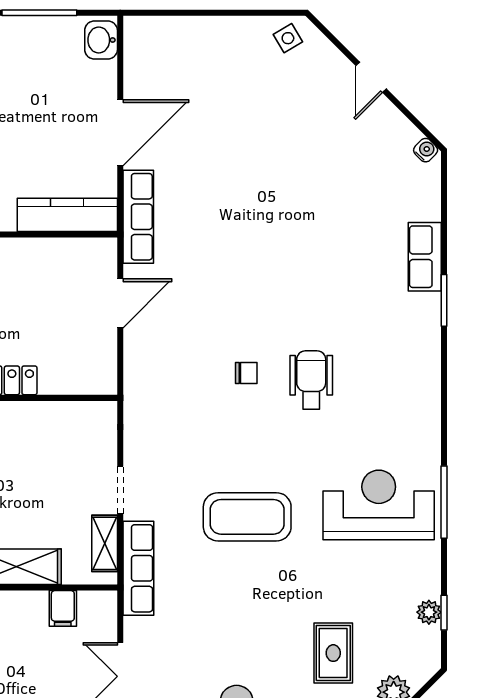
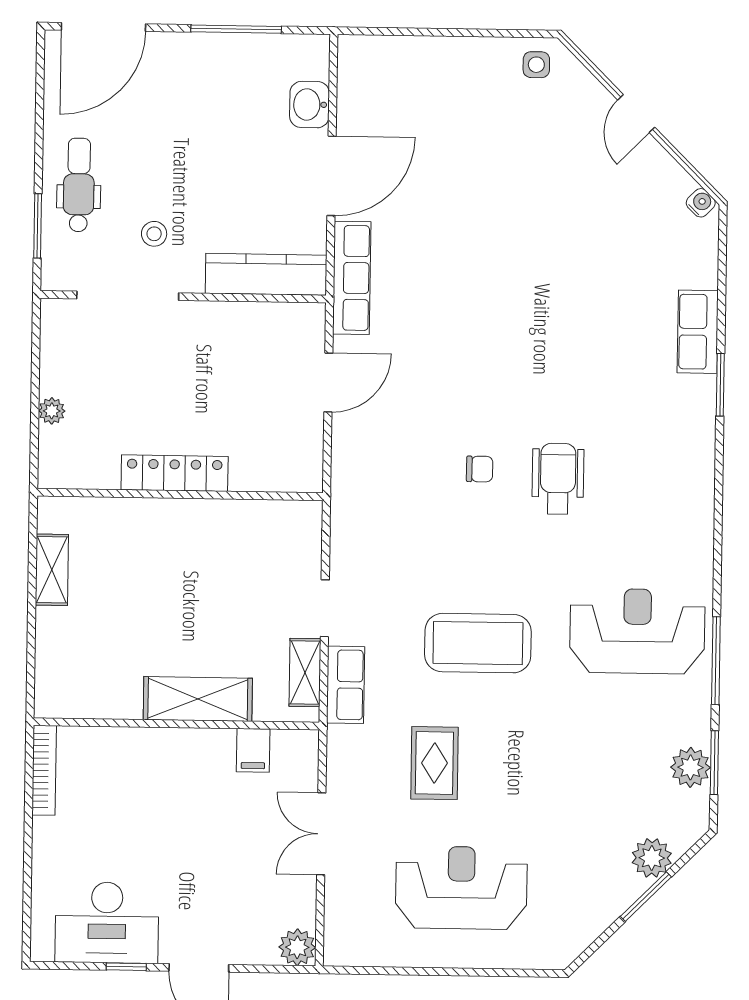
side table: (288, 38) -> (536, 65), turned 31
washbasin: (101, 40) -> (310, 105), moved
window: (444, 502) -> (716, 661), moved
row of seats: (138, 568) -> (346, 685), width x0.68
plant: (429, 612) -> (691, 767), width x1.38, depth x1.38
window: (444, 613) -> (714, 763), width x1.50
rug: (333, 653) -> (434, 763), moved

